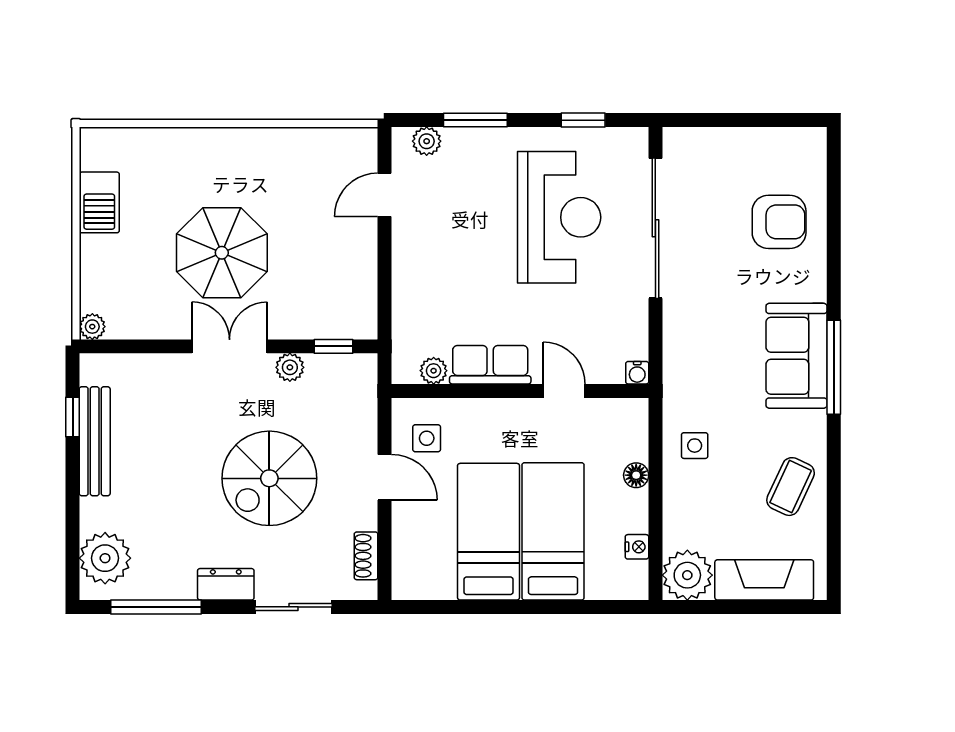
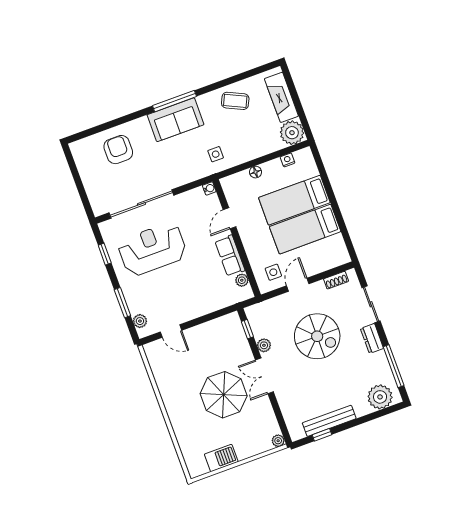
side table: (695, 446) -> (216, 154), moved

